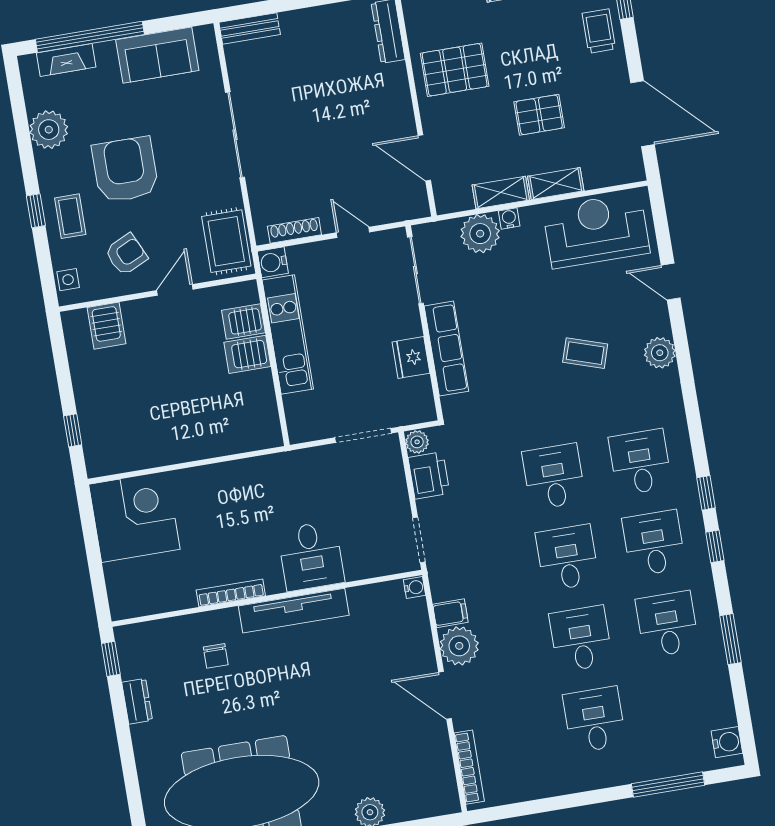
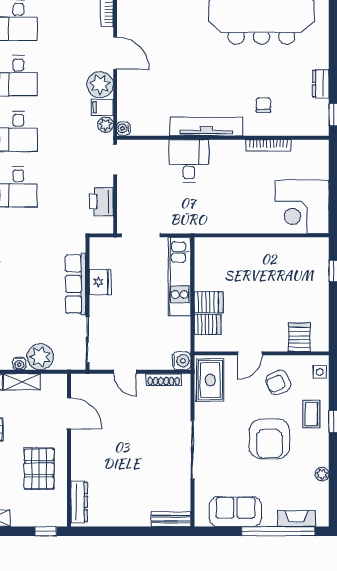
pallet: (455, 70) -> (39, 469), turned 90
plant: (49, 130) -> (322, 474), width x0.53, depth x0.53
kitchen unit: (288, 335) -> (180, 276), moved
plant: (417, 442) -> (105, 125), moved
bookcase: (231, 593) -> (268, 145), moved

